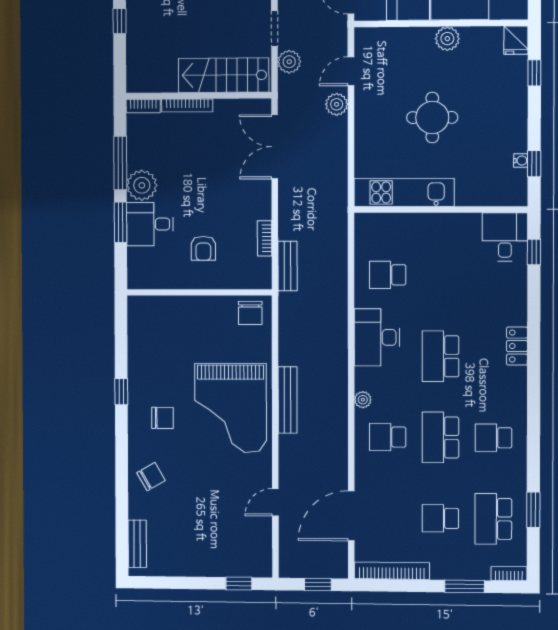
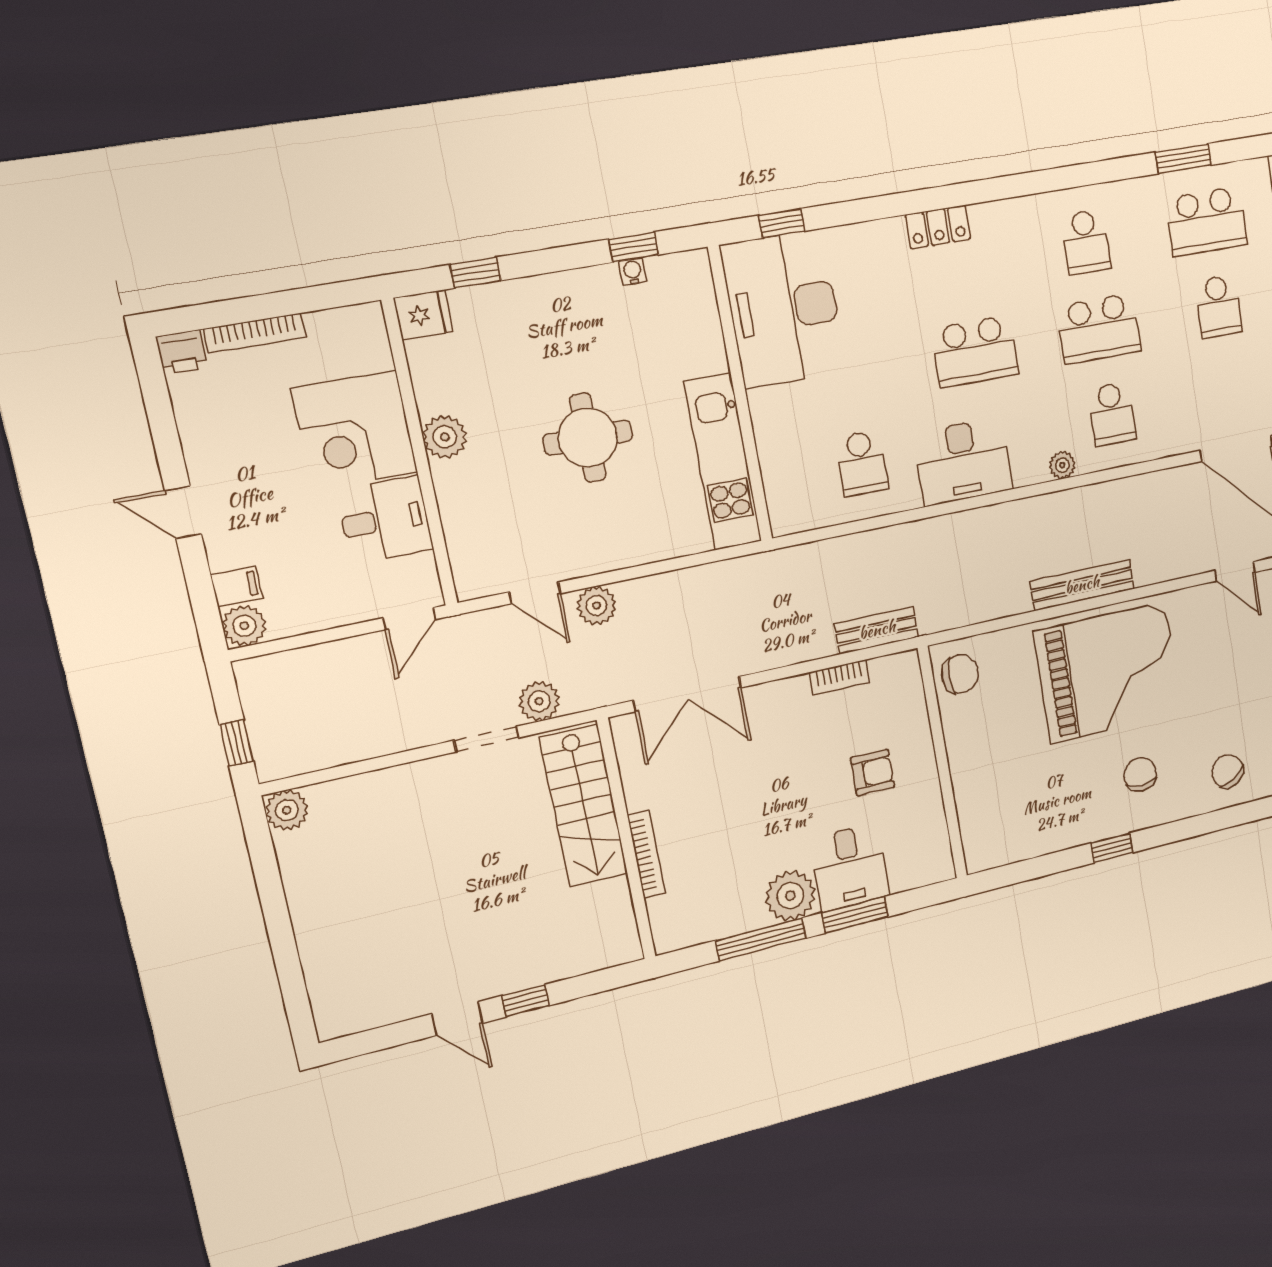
bookcase: (143, 106) -> (661, 926), removed
desk: (505, 237) -> (784, 309), width x1.87, depth x1.30

